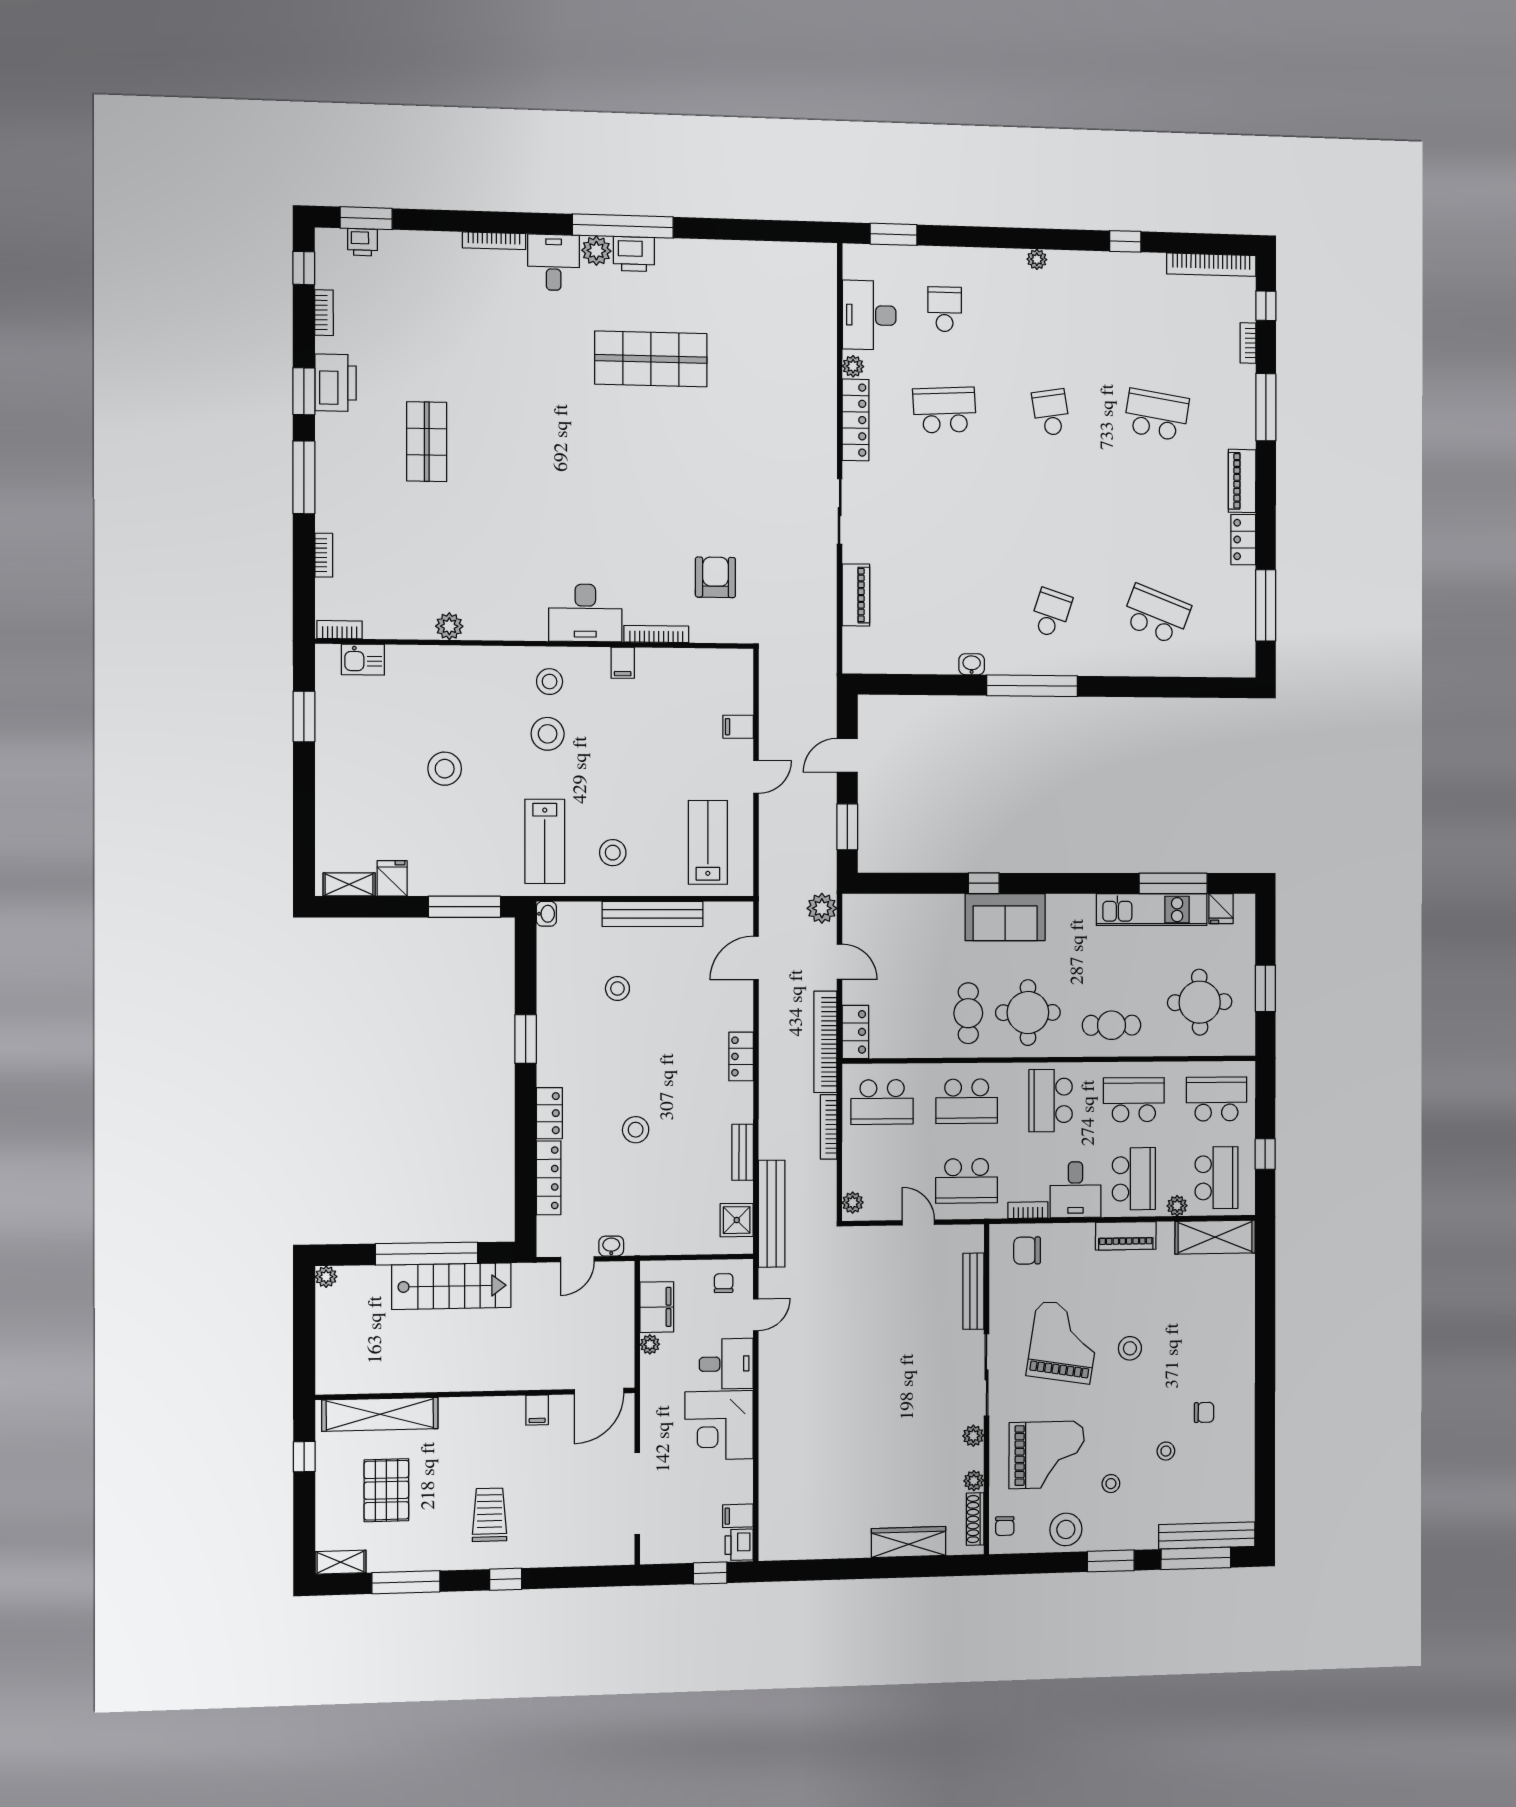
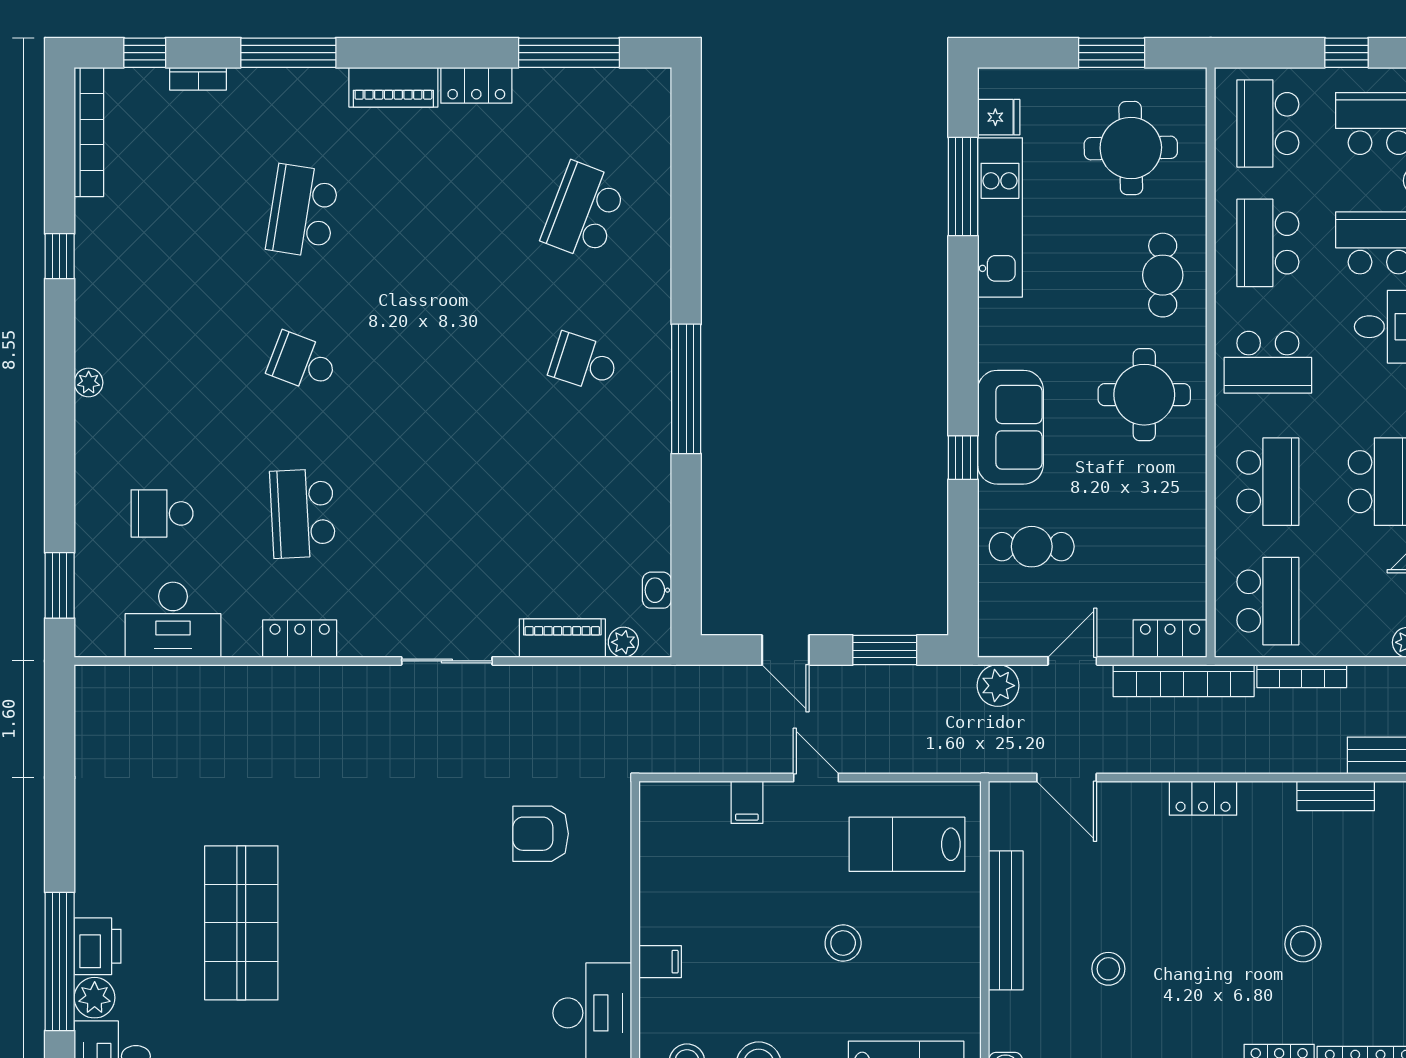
plant: (853, 366) -> (623, 642), moved
school desk: (1051, 412) -> (303, 362), turned 30
locker: (856, 420) -> (300, 639), width x0.66
bookcase: (656, 634) -> (620, 915), removed
washbasin: (972, 664) -> (657, 590), moved
stool: (613, 853) -> (843, 943), moved
cafe table: (968, 1013) -> (1032, 547), moved

